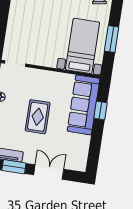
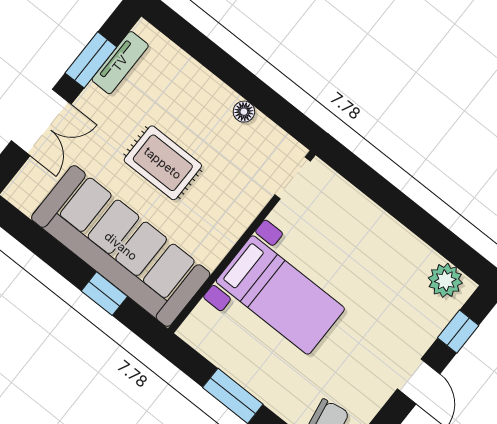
bed with nightstands: (83, 46) -> (280, 295), moved
sofa: (84, 105) -> (121, 246), width x1.36, depth x1.27

